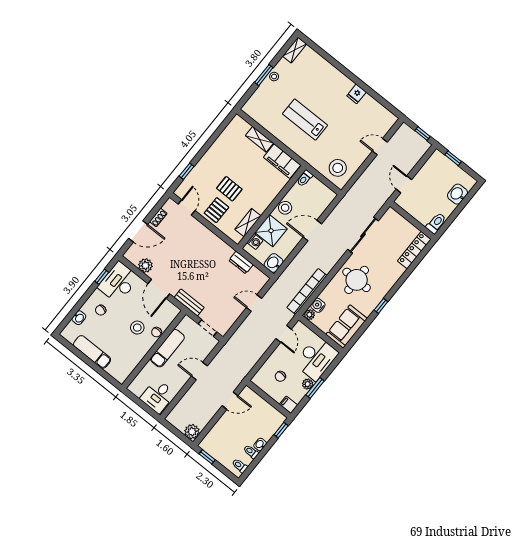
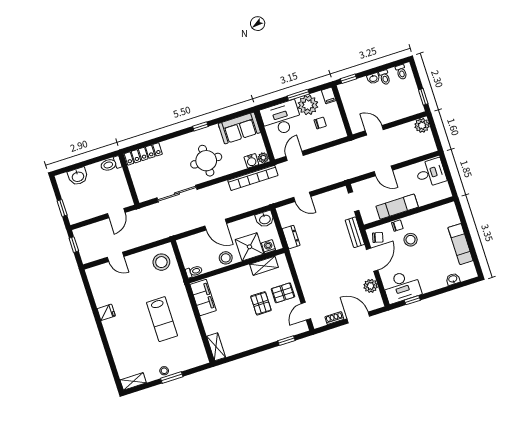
shelving: (259, 139) -> (216, 347), moved
chair: (101, 310) -> (378, 237), moved
plant: (308, 384) -> (308, 105), width x1.87, depth x1.87

